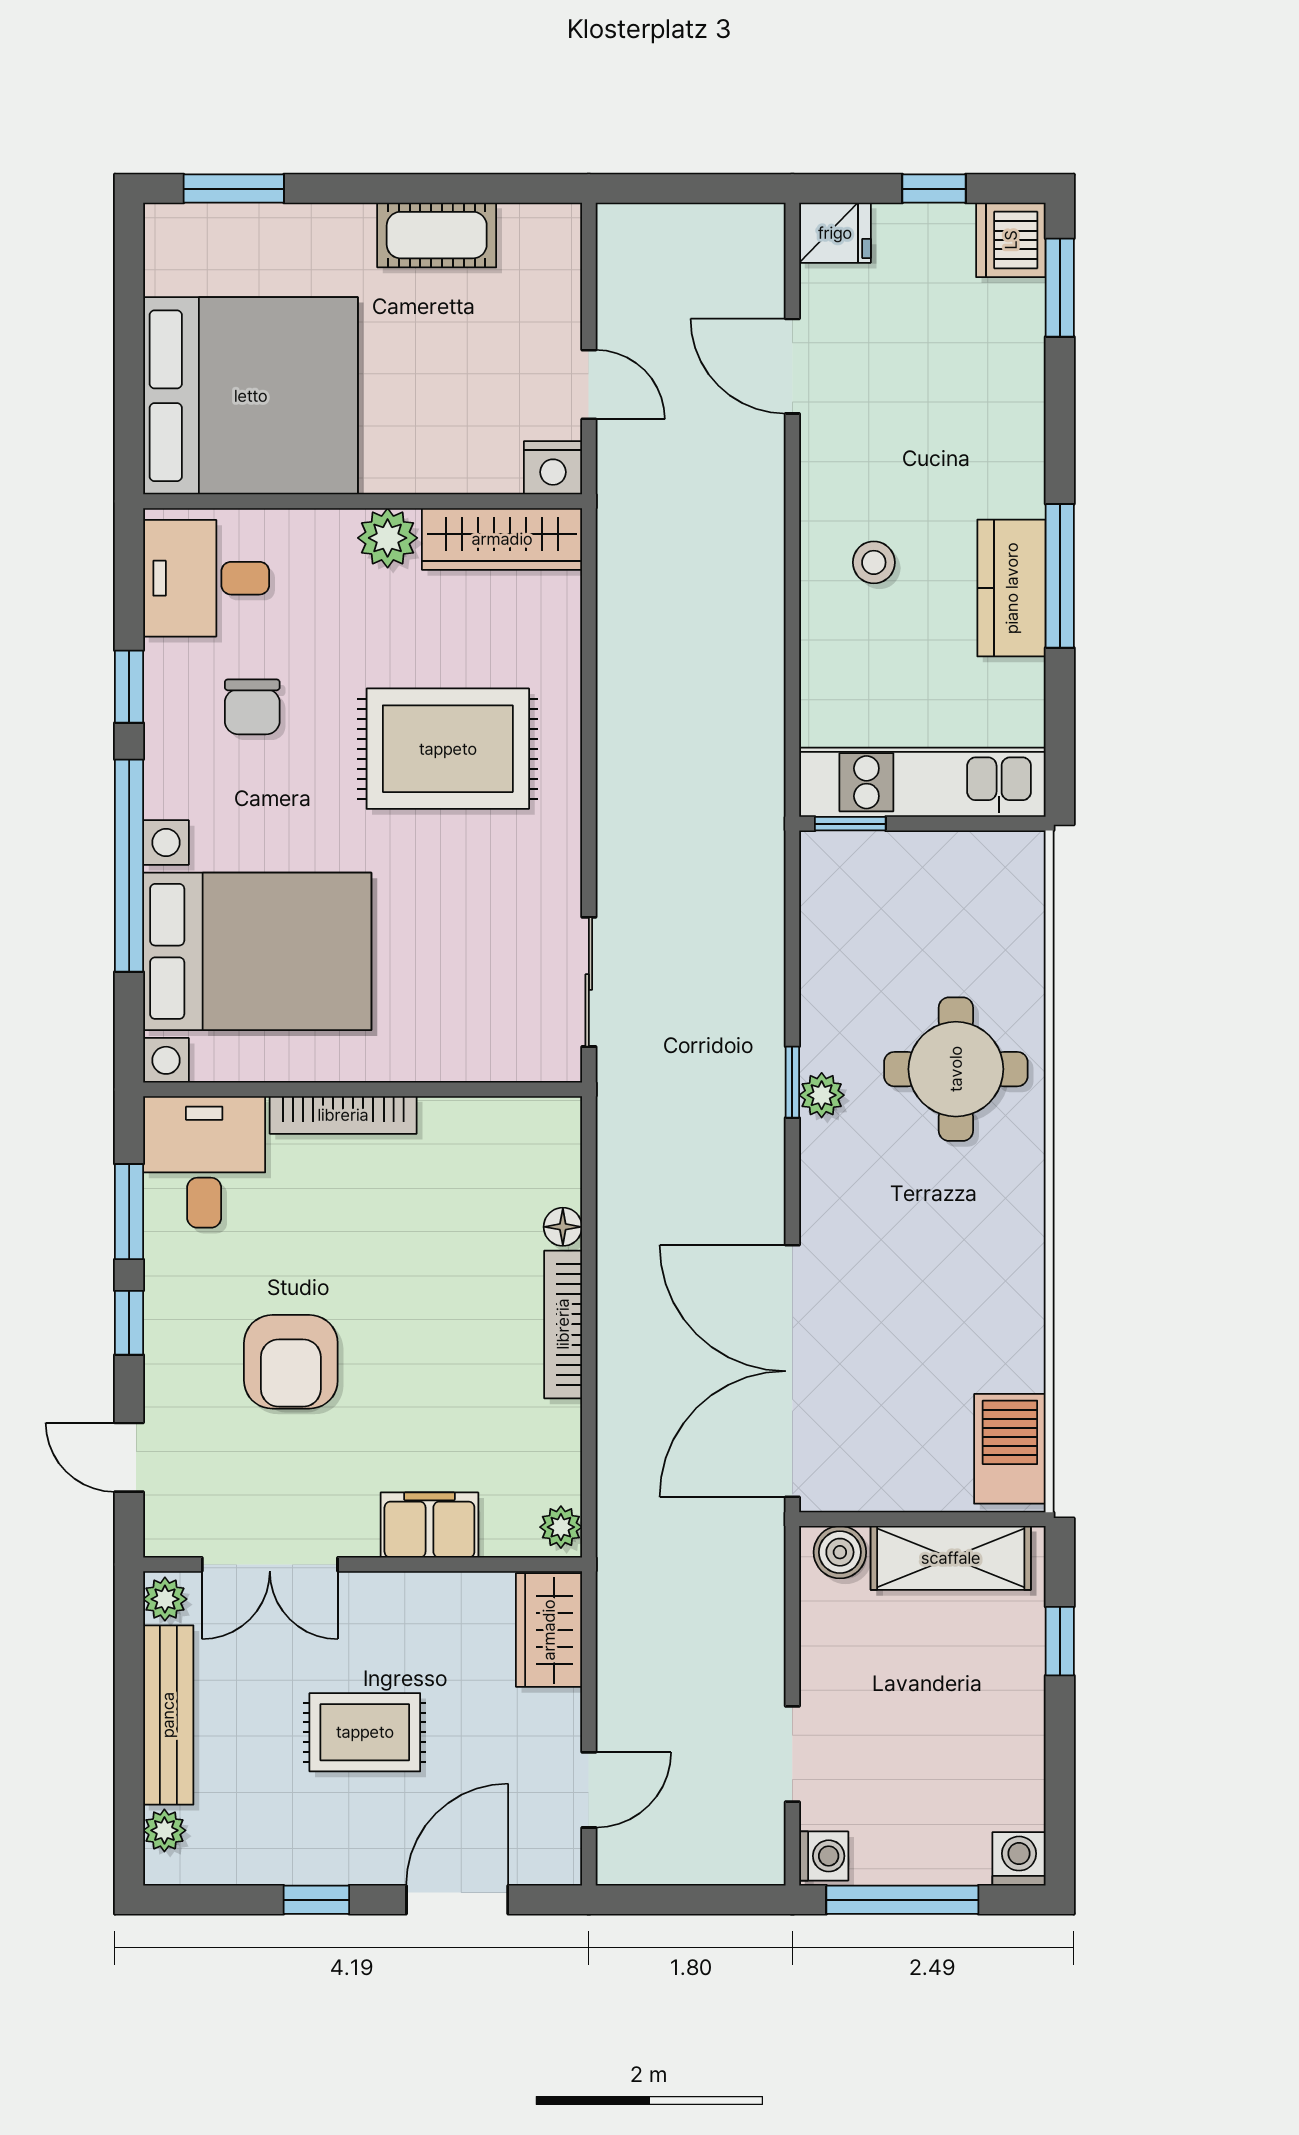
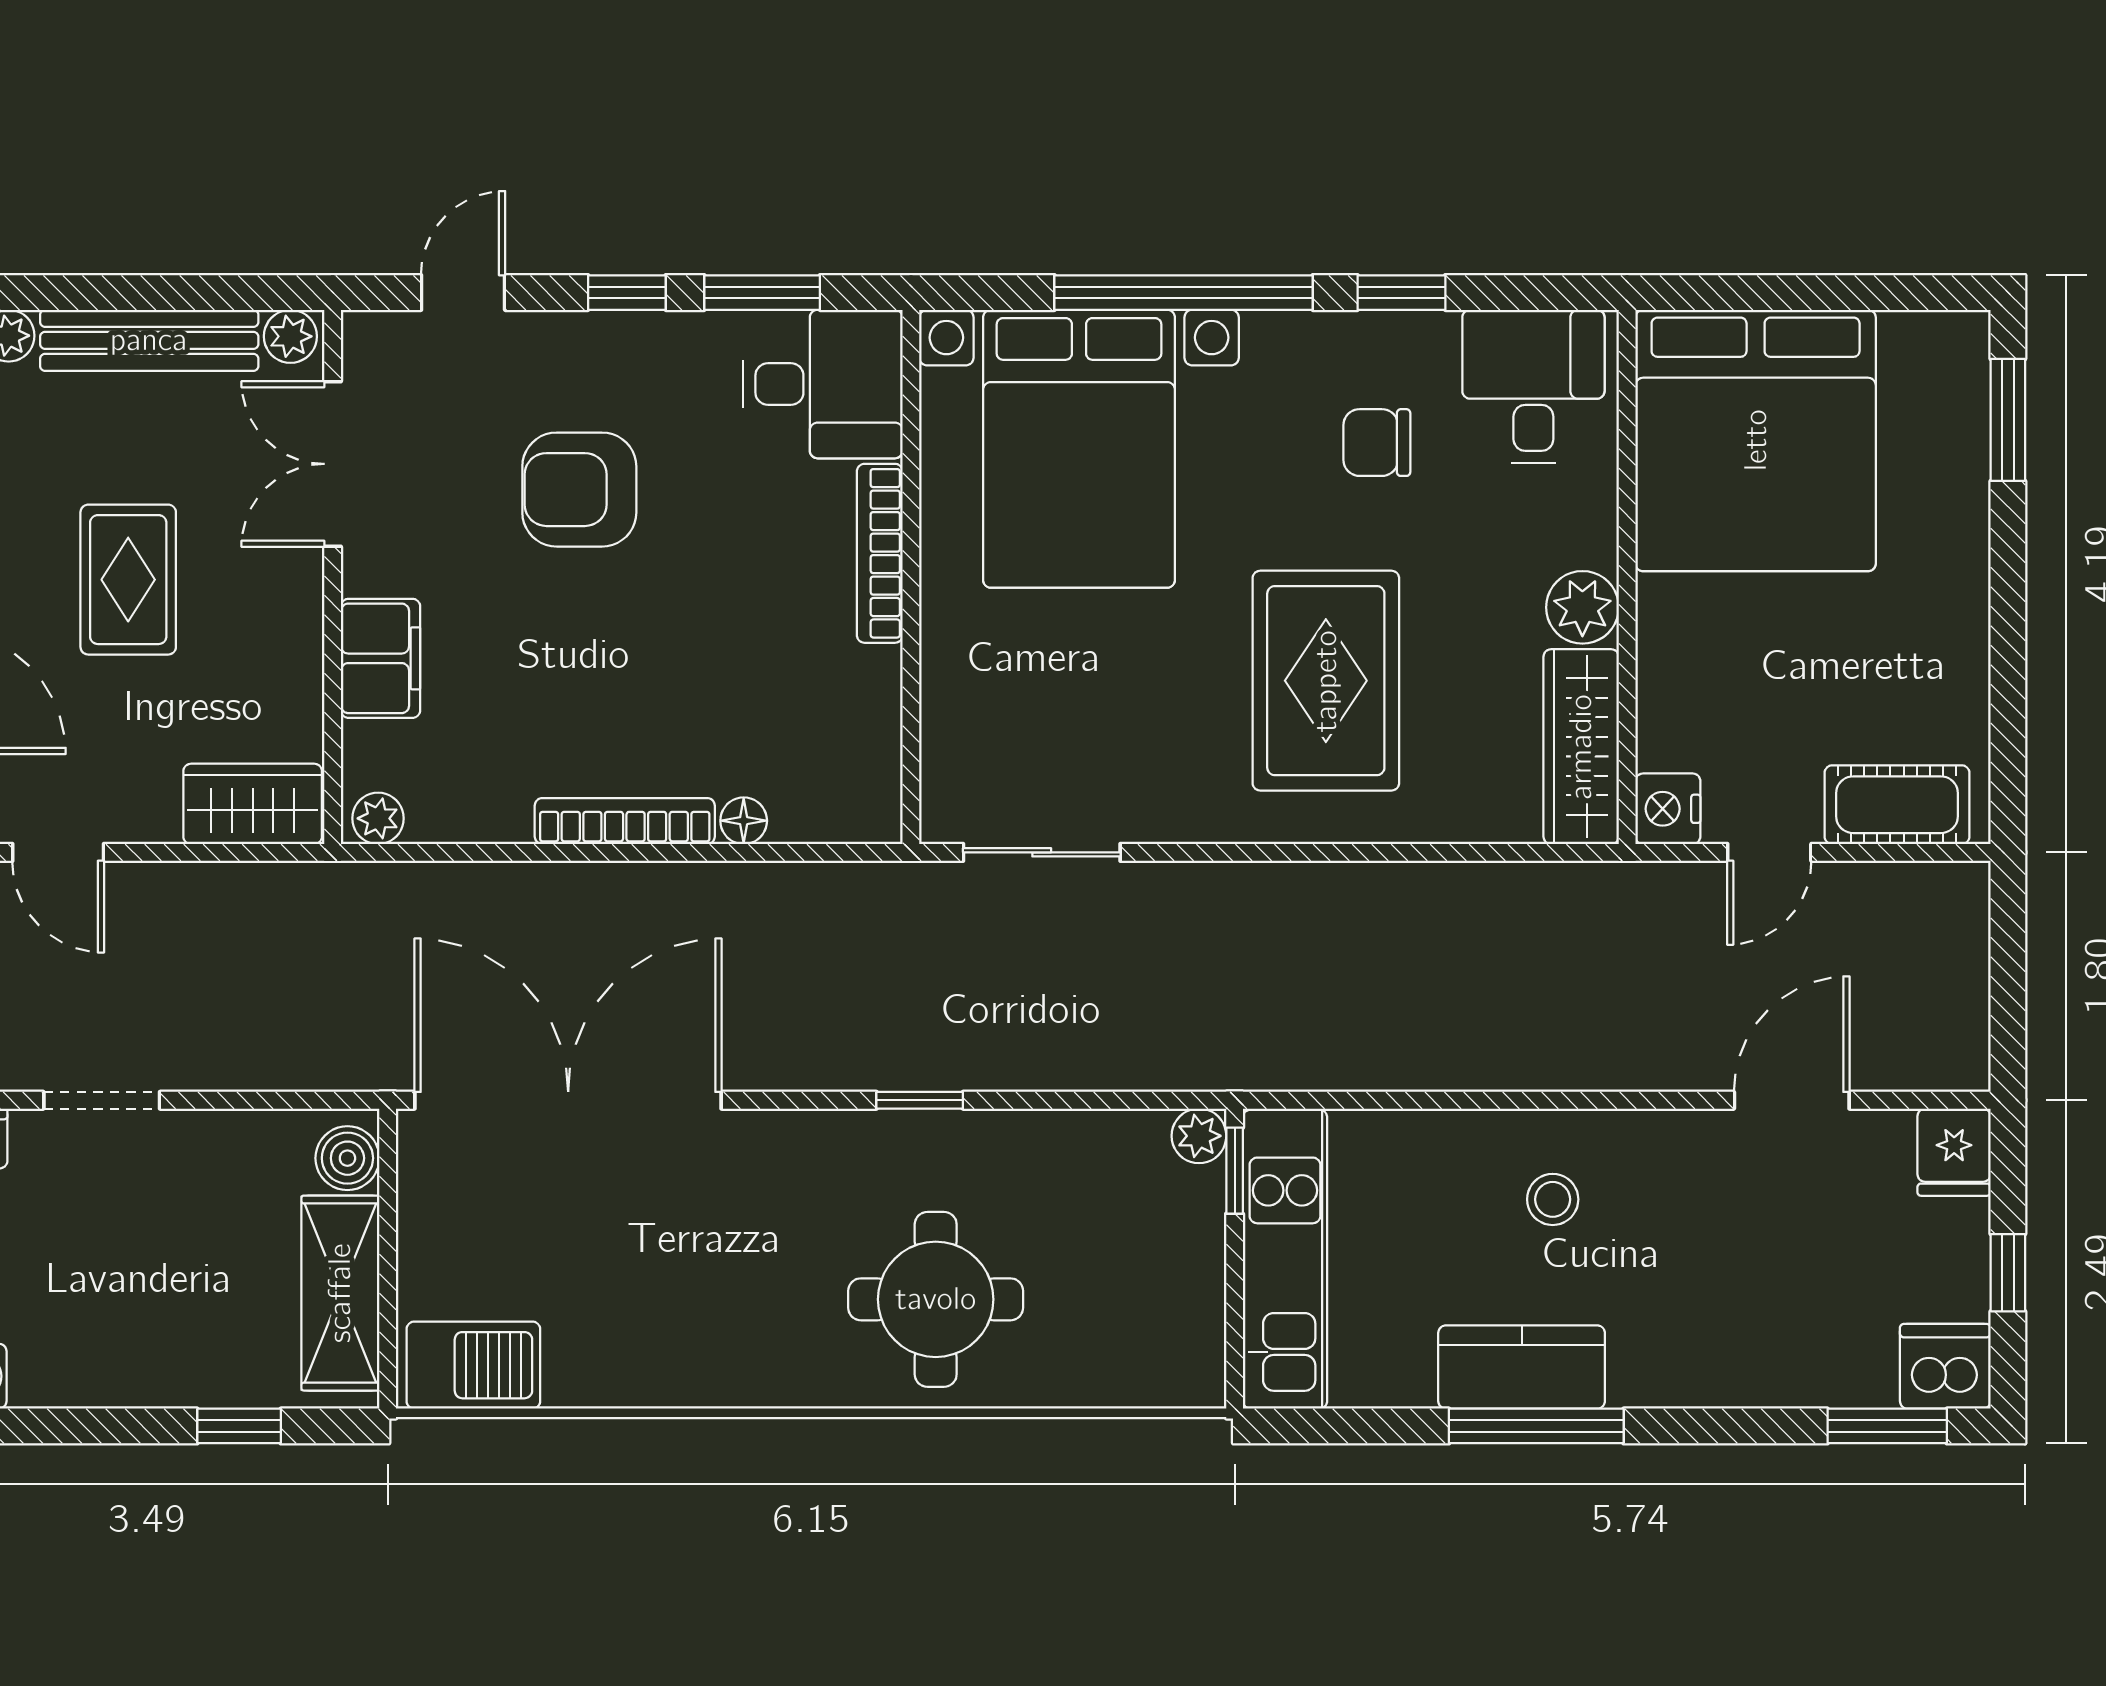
cot: (437, 235) -> (1897, 805), moved, turned 90
plant: (822, 1095) -> (1199, 1136), moved

